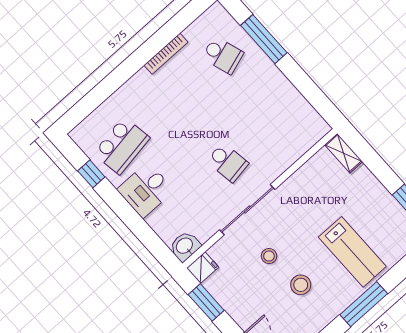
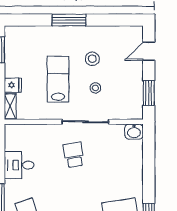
desk: (146, 190) -> (19, 165), moved, turned 180
lab bench: (352, 252) -> (58, 79), moved
fridge: (203, 268) -> (13, 85), moved, turned 180

